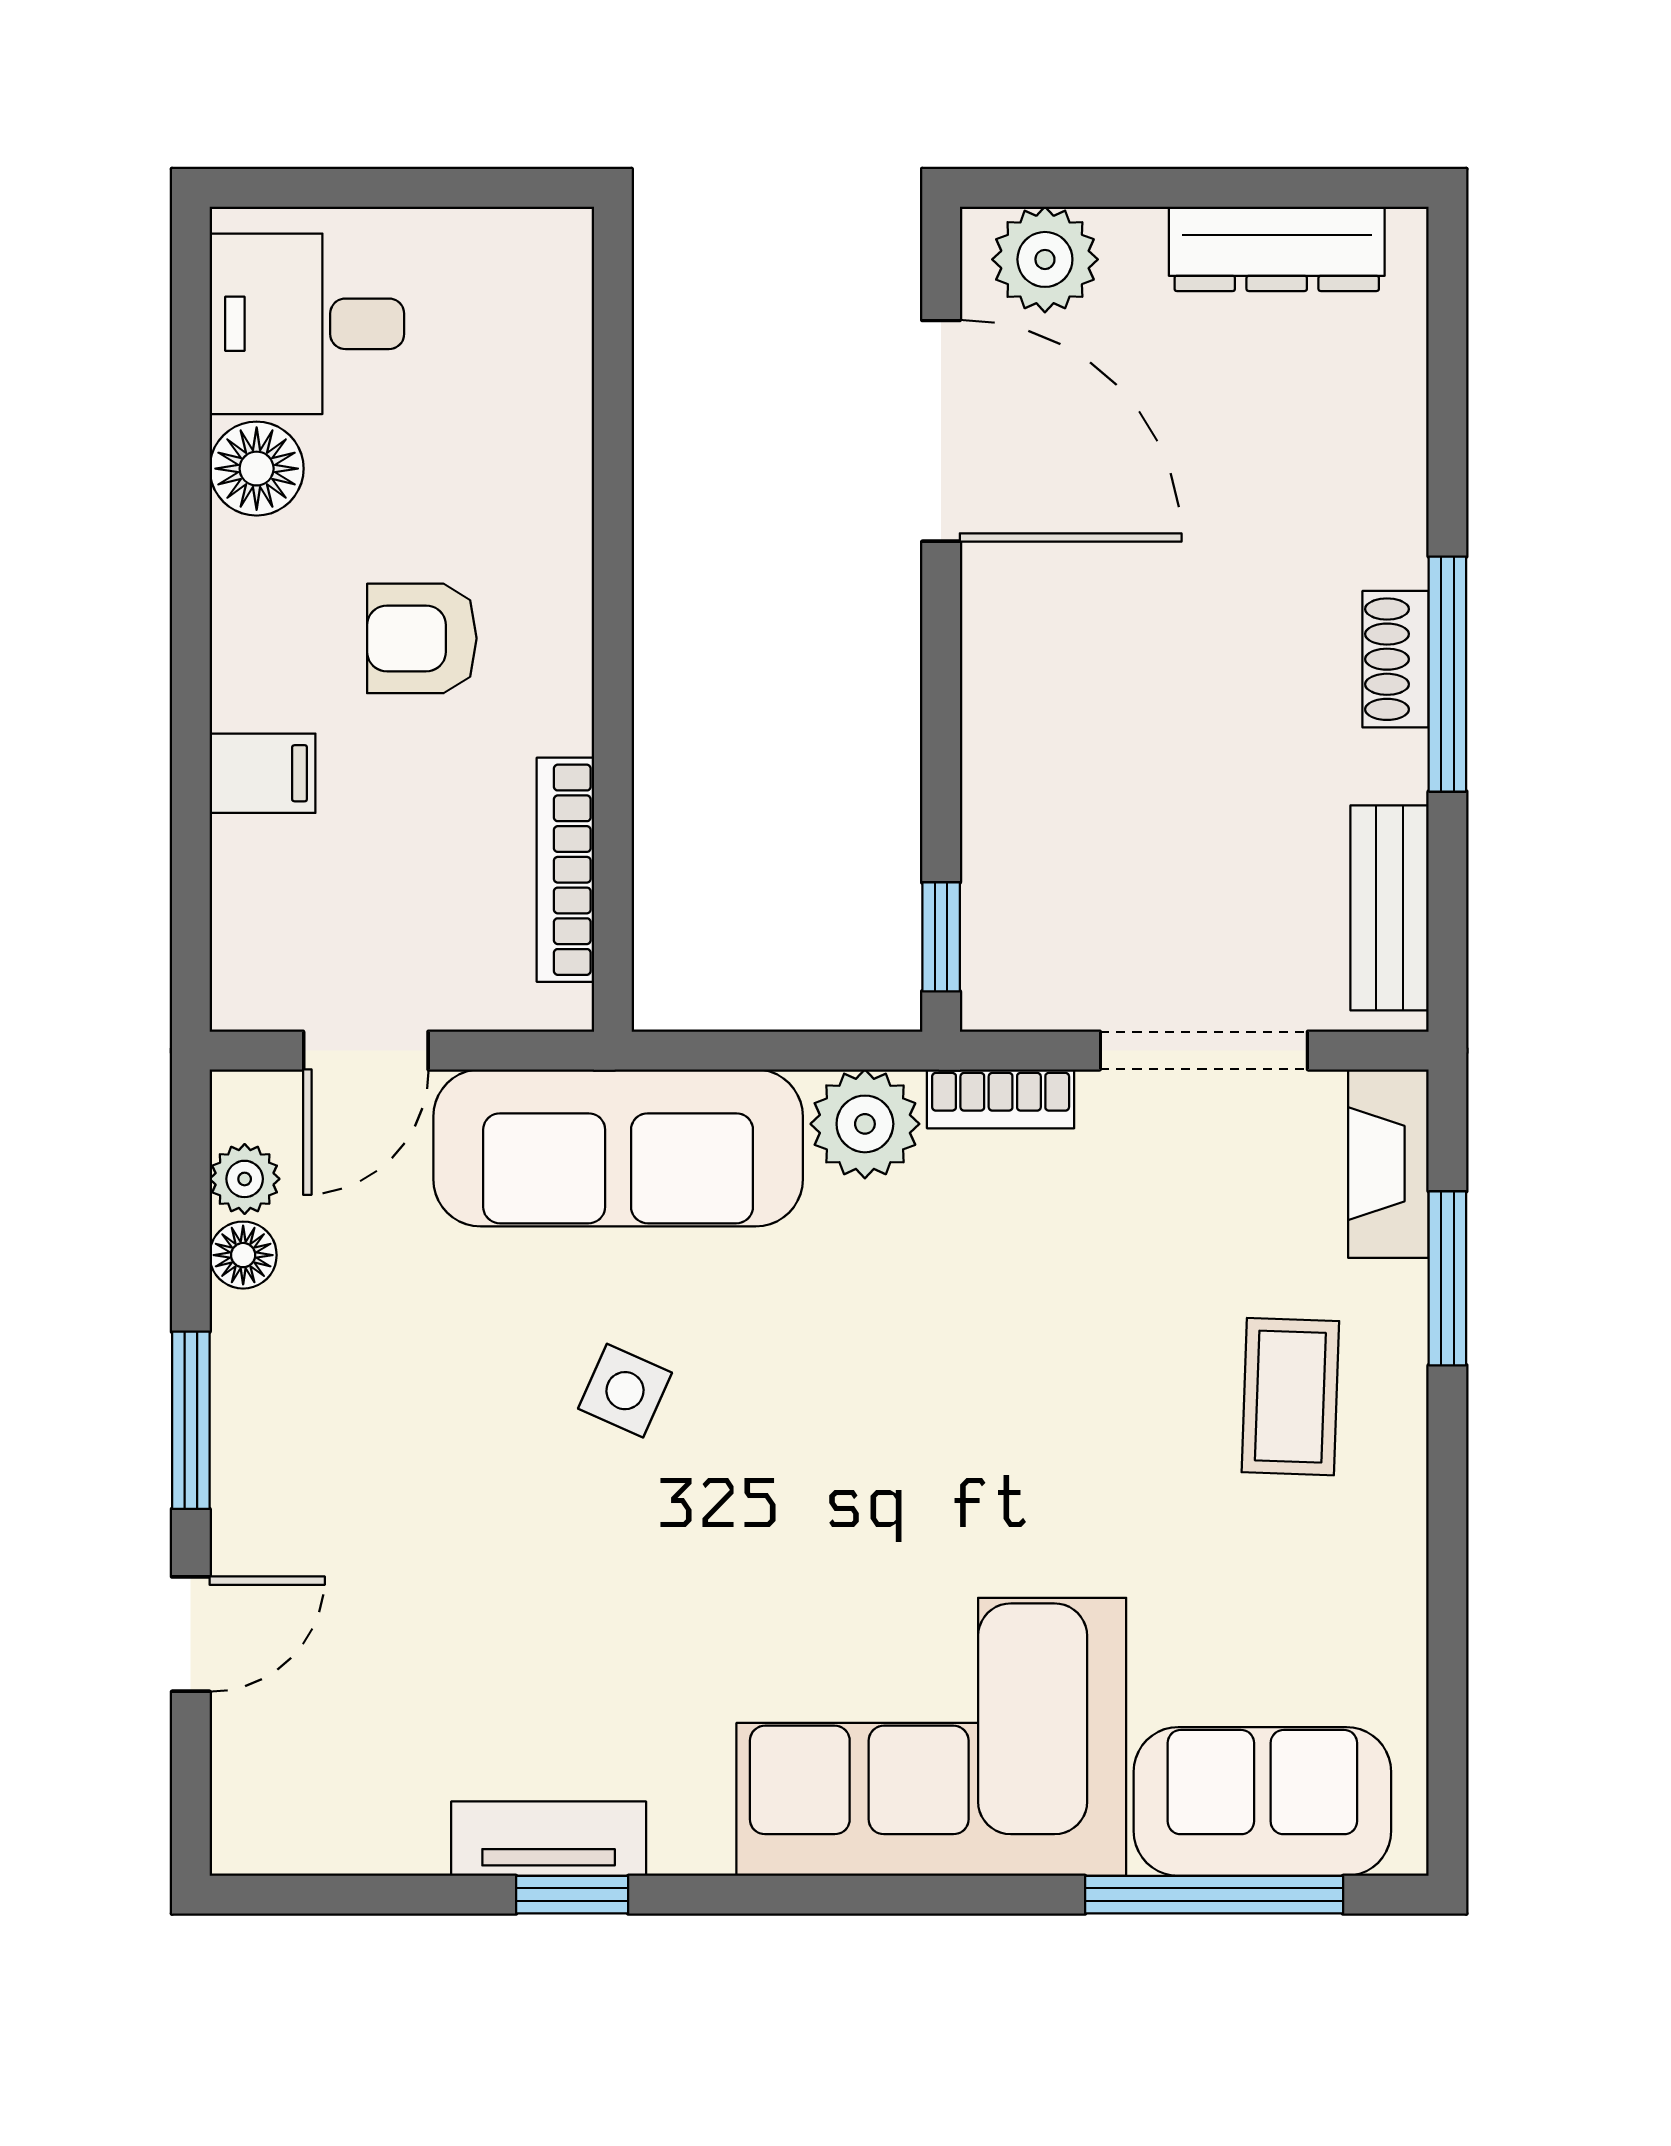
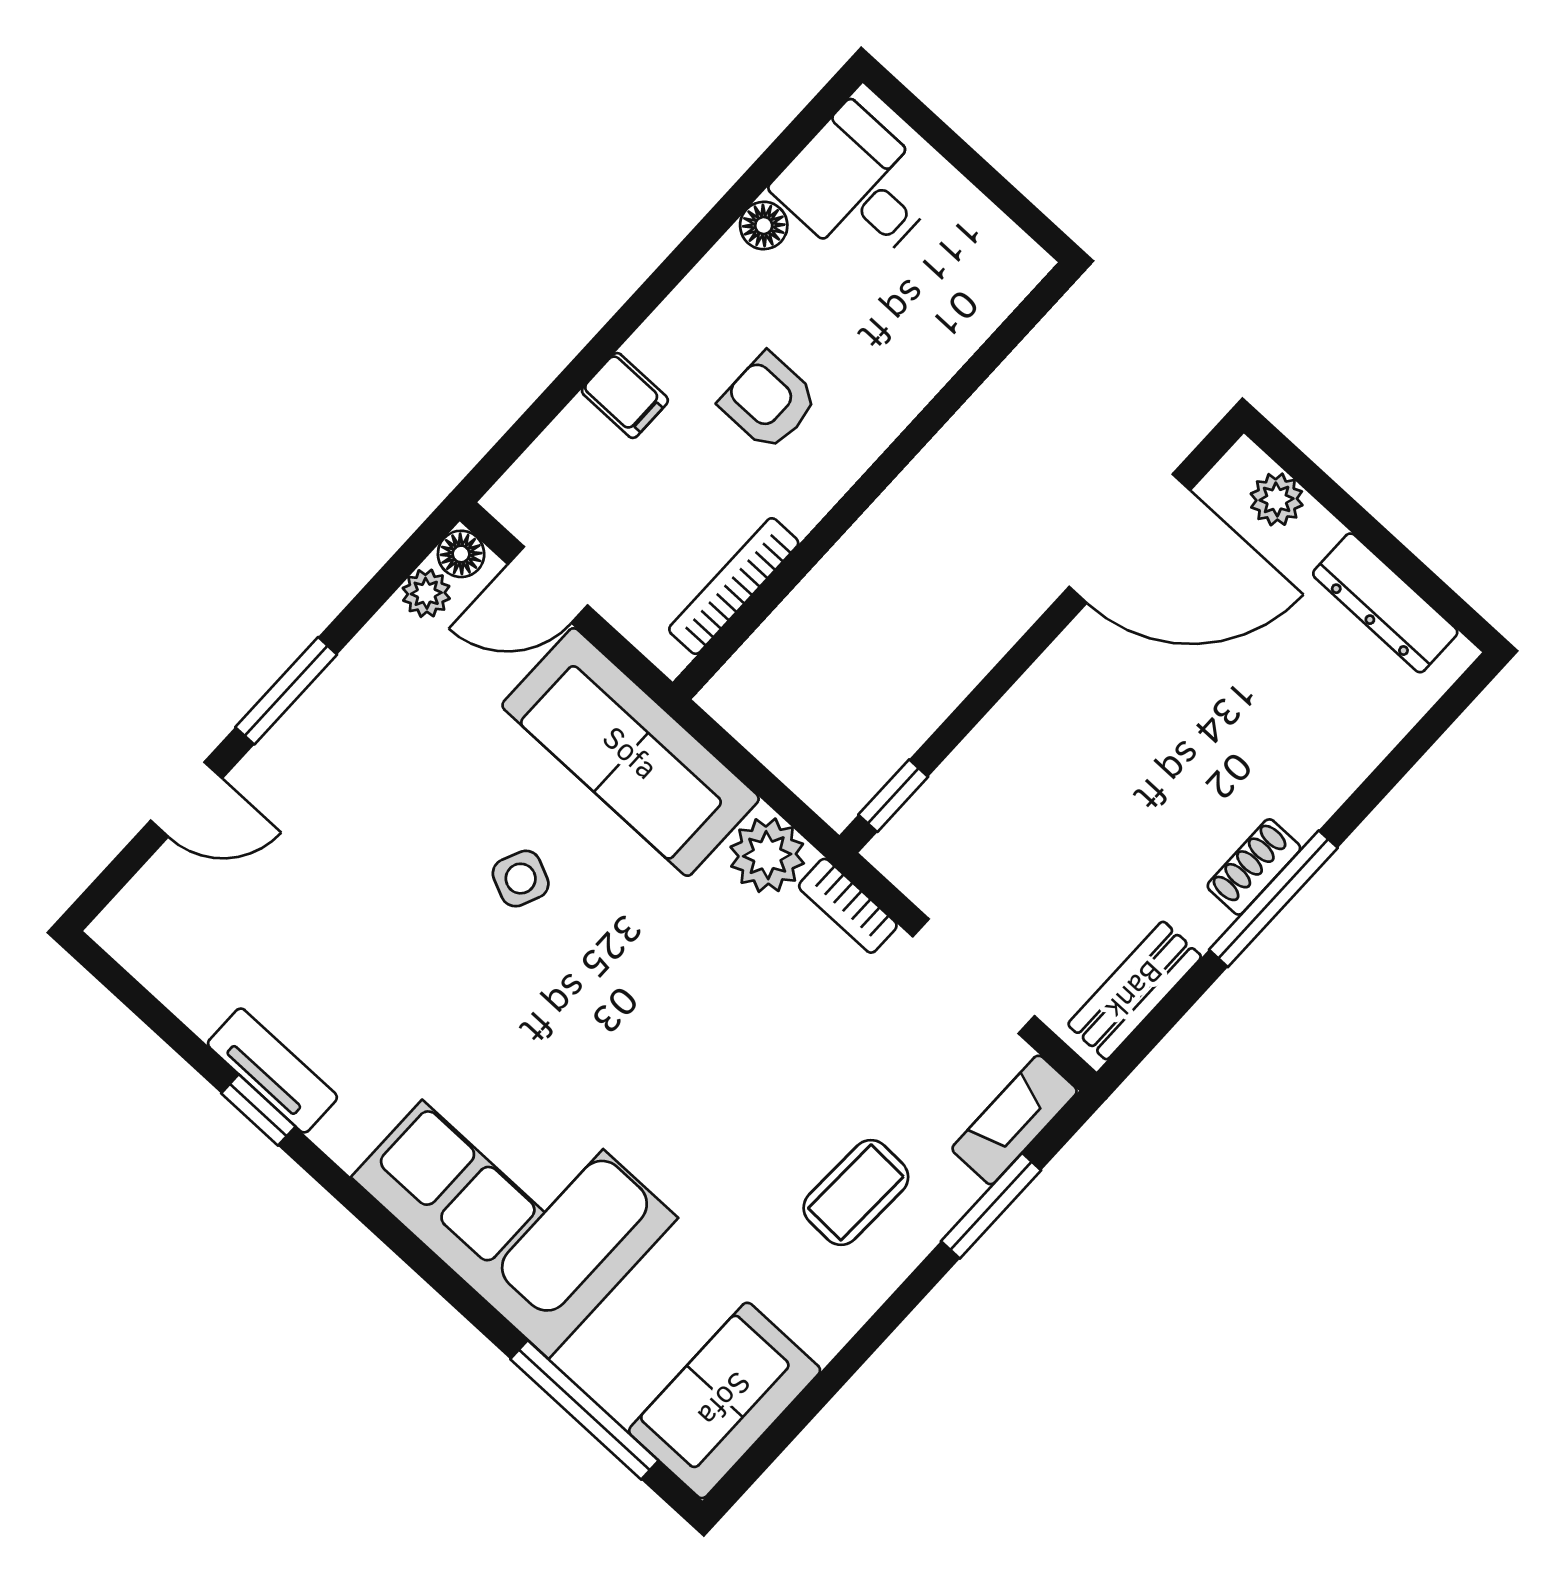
plant: (1045, 259) -> (1277, 499), width x0.73, depth x0.73
door: (941, 431) -> (1130, 539), hinge flipped
floor lamp: (257, 469) -> (764, 225), width x0.73, depth x0.73
floor lamp: (243, 1255) -> (461, 554), moved
sofa: (1262, 1801) -> (725, 1400), moved, turned -90

